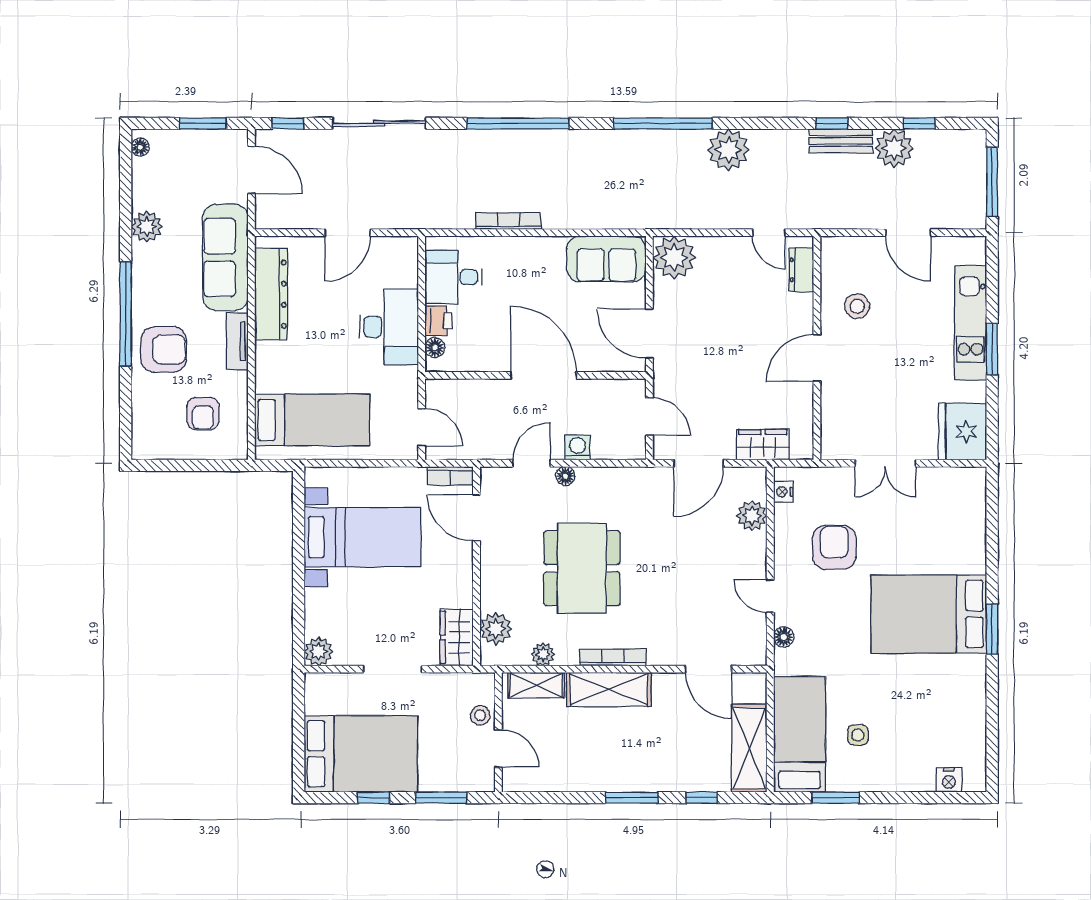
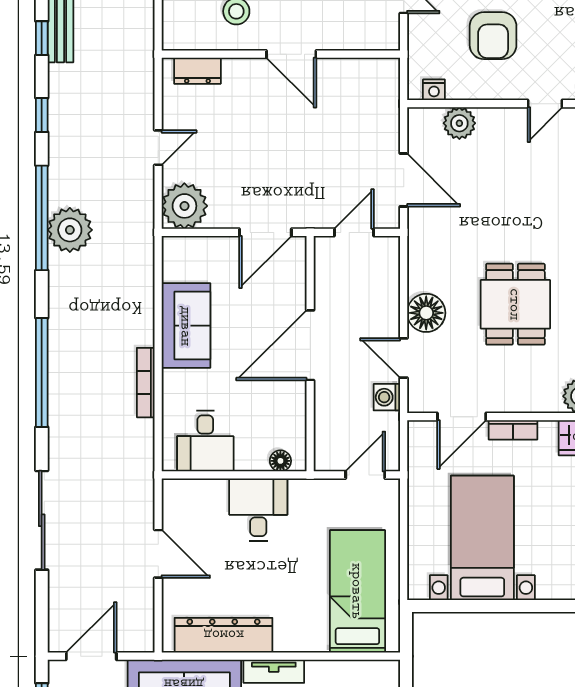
window: (288, 123) -> (42, 115), moved
plant: (728, 150) -> (70, 230), moved
door: (769, 233) -> (158, 148), moved
sofa: (606, 259) -> (186, 326), moved
printer: (438, 321) -> (252, 457), removed
desk: (389, 327) -> (258, 510), width x0.73
wardrobe: (763, 445) -> (384, 111), removed
washing machine: (577, 448) -> (387, 397), moved
bookcase: (450, 476) -> (513, 430), moved, turned 90
floor lamp: (565, 476) -> (426, 313), width x1.89, depth x1.89
armchair: (834, 547) -> (493, 36), turned -90
dining table: (582, 568) -> (515, 304), width x0.73

